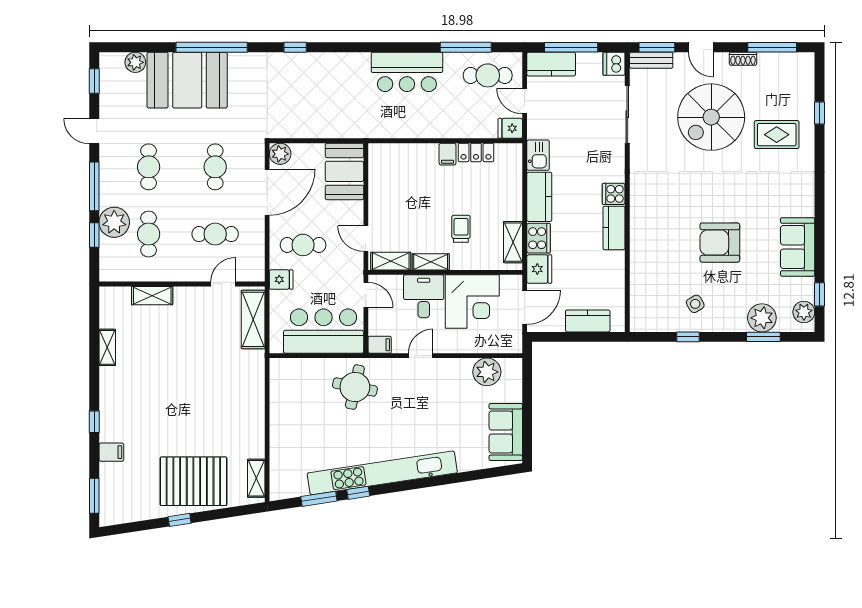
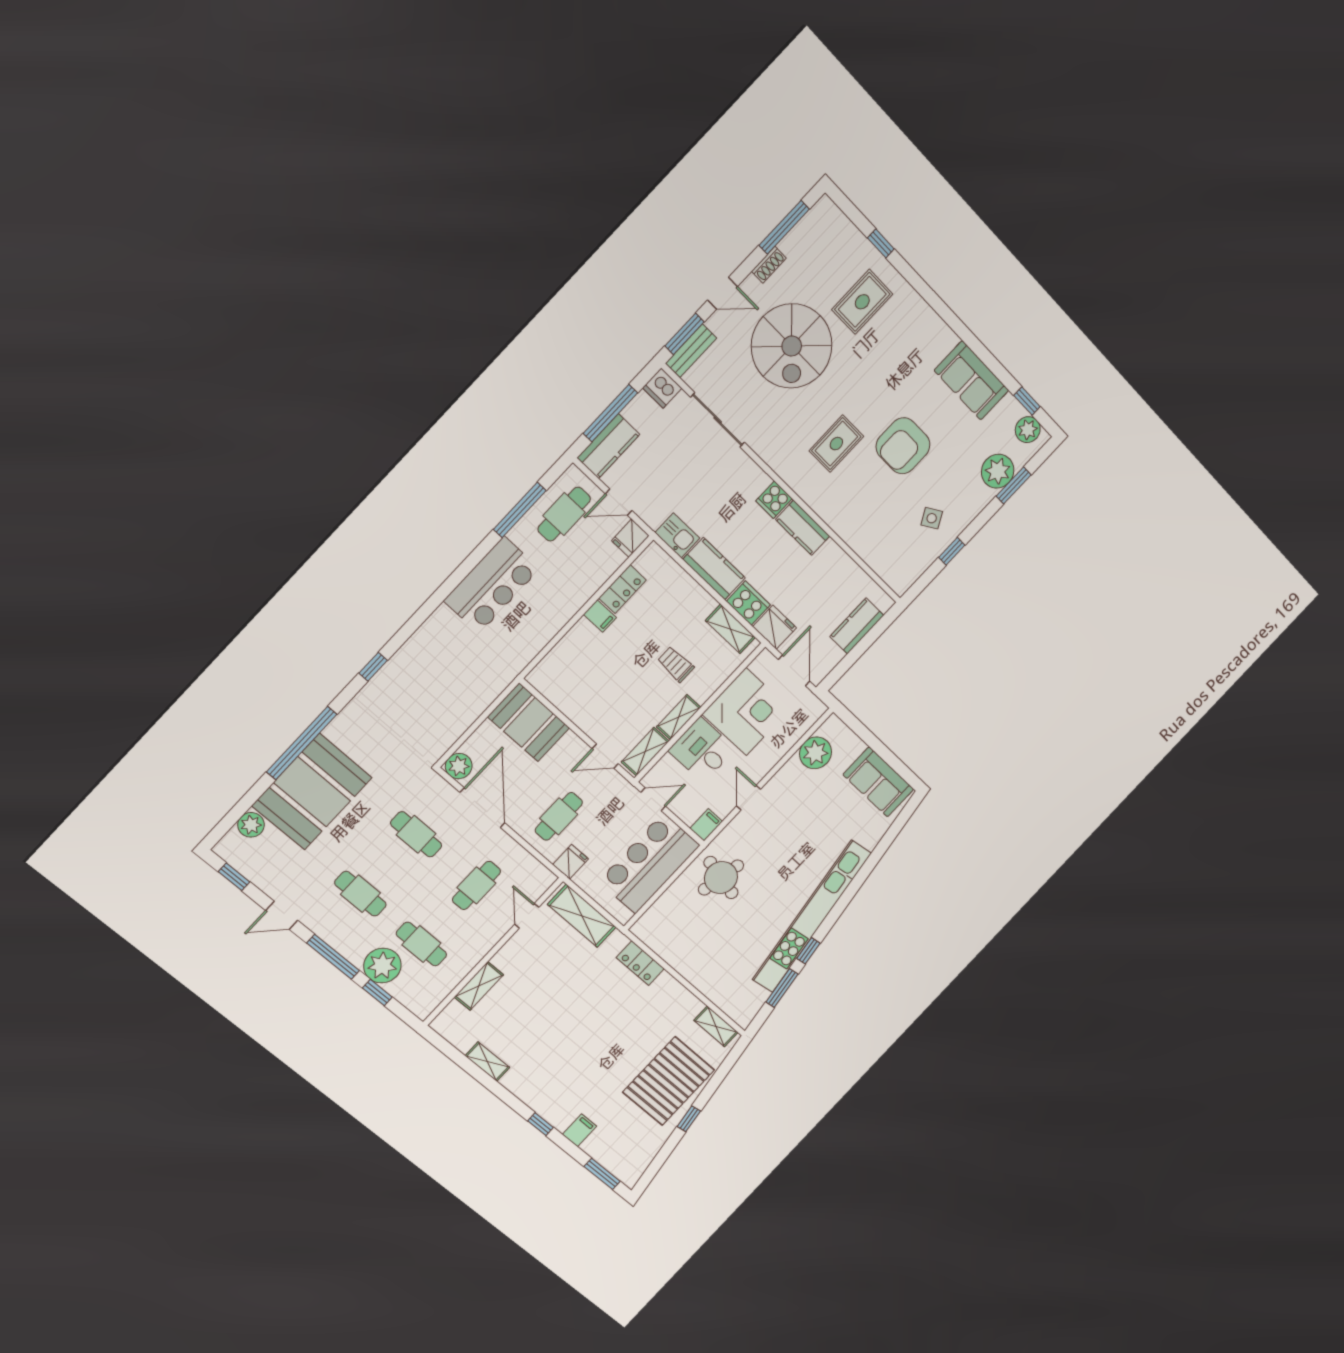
rug: (682, 200) -> (836, 444), added
locker: (255, 387) -> (640, 963), added

